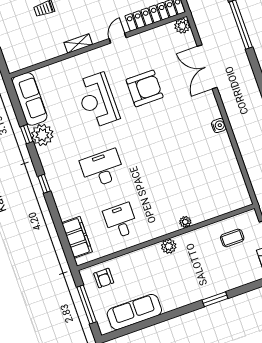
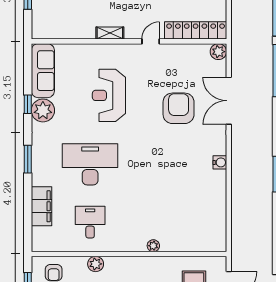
armchair: (145, 88) -> (179, 108), moved, turned -90
desk: (102, 169) -> (90, 164), width x1.36, depth x1.30
window: (44, 184) -> (28, 159), width x1.50
filing cabinet: (77, 237) -> (41, 206), moved
plant: (169, 246) -> (96, 264), moved

